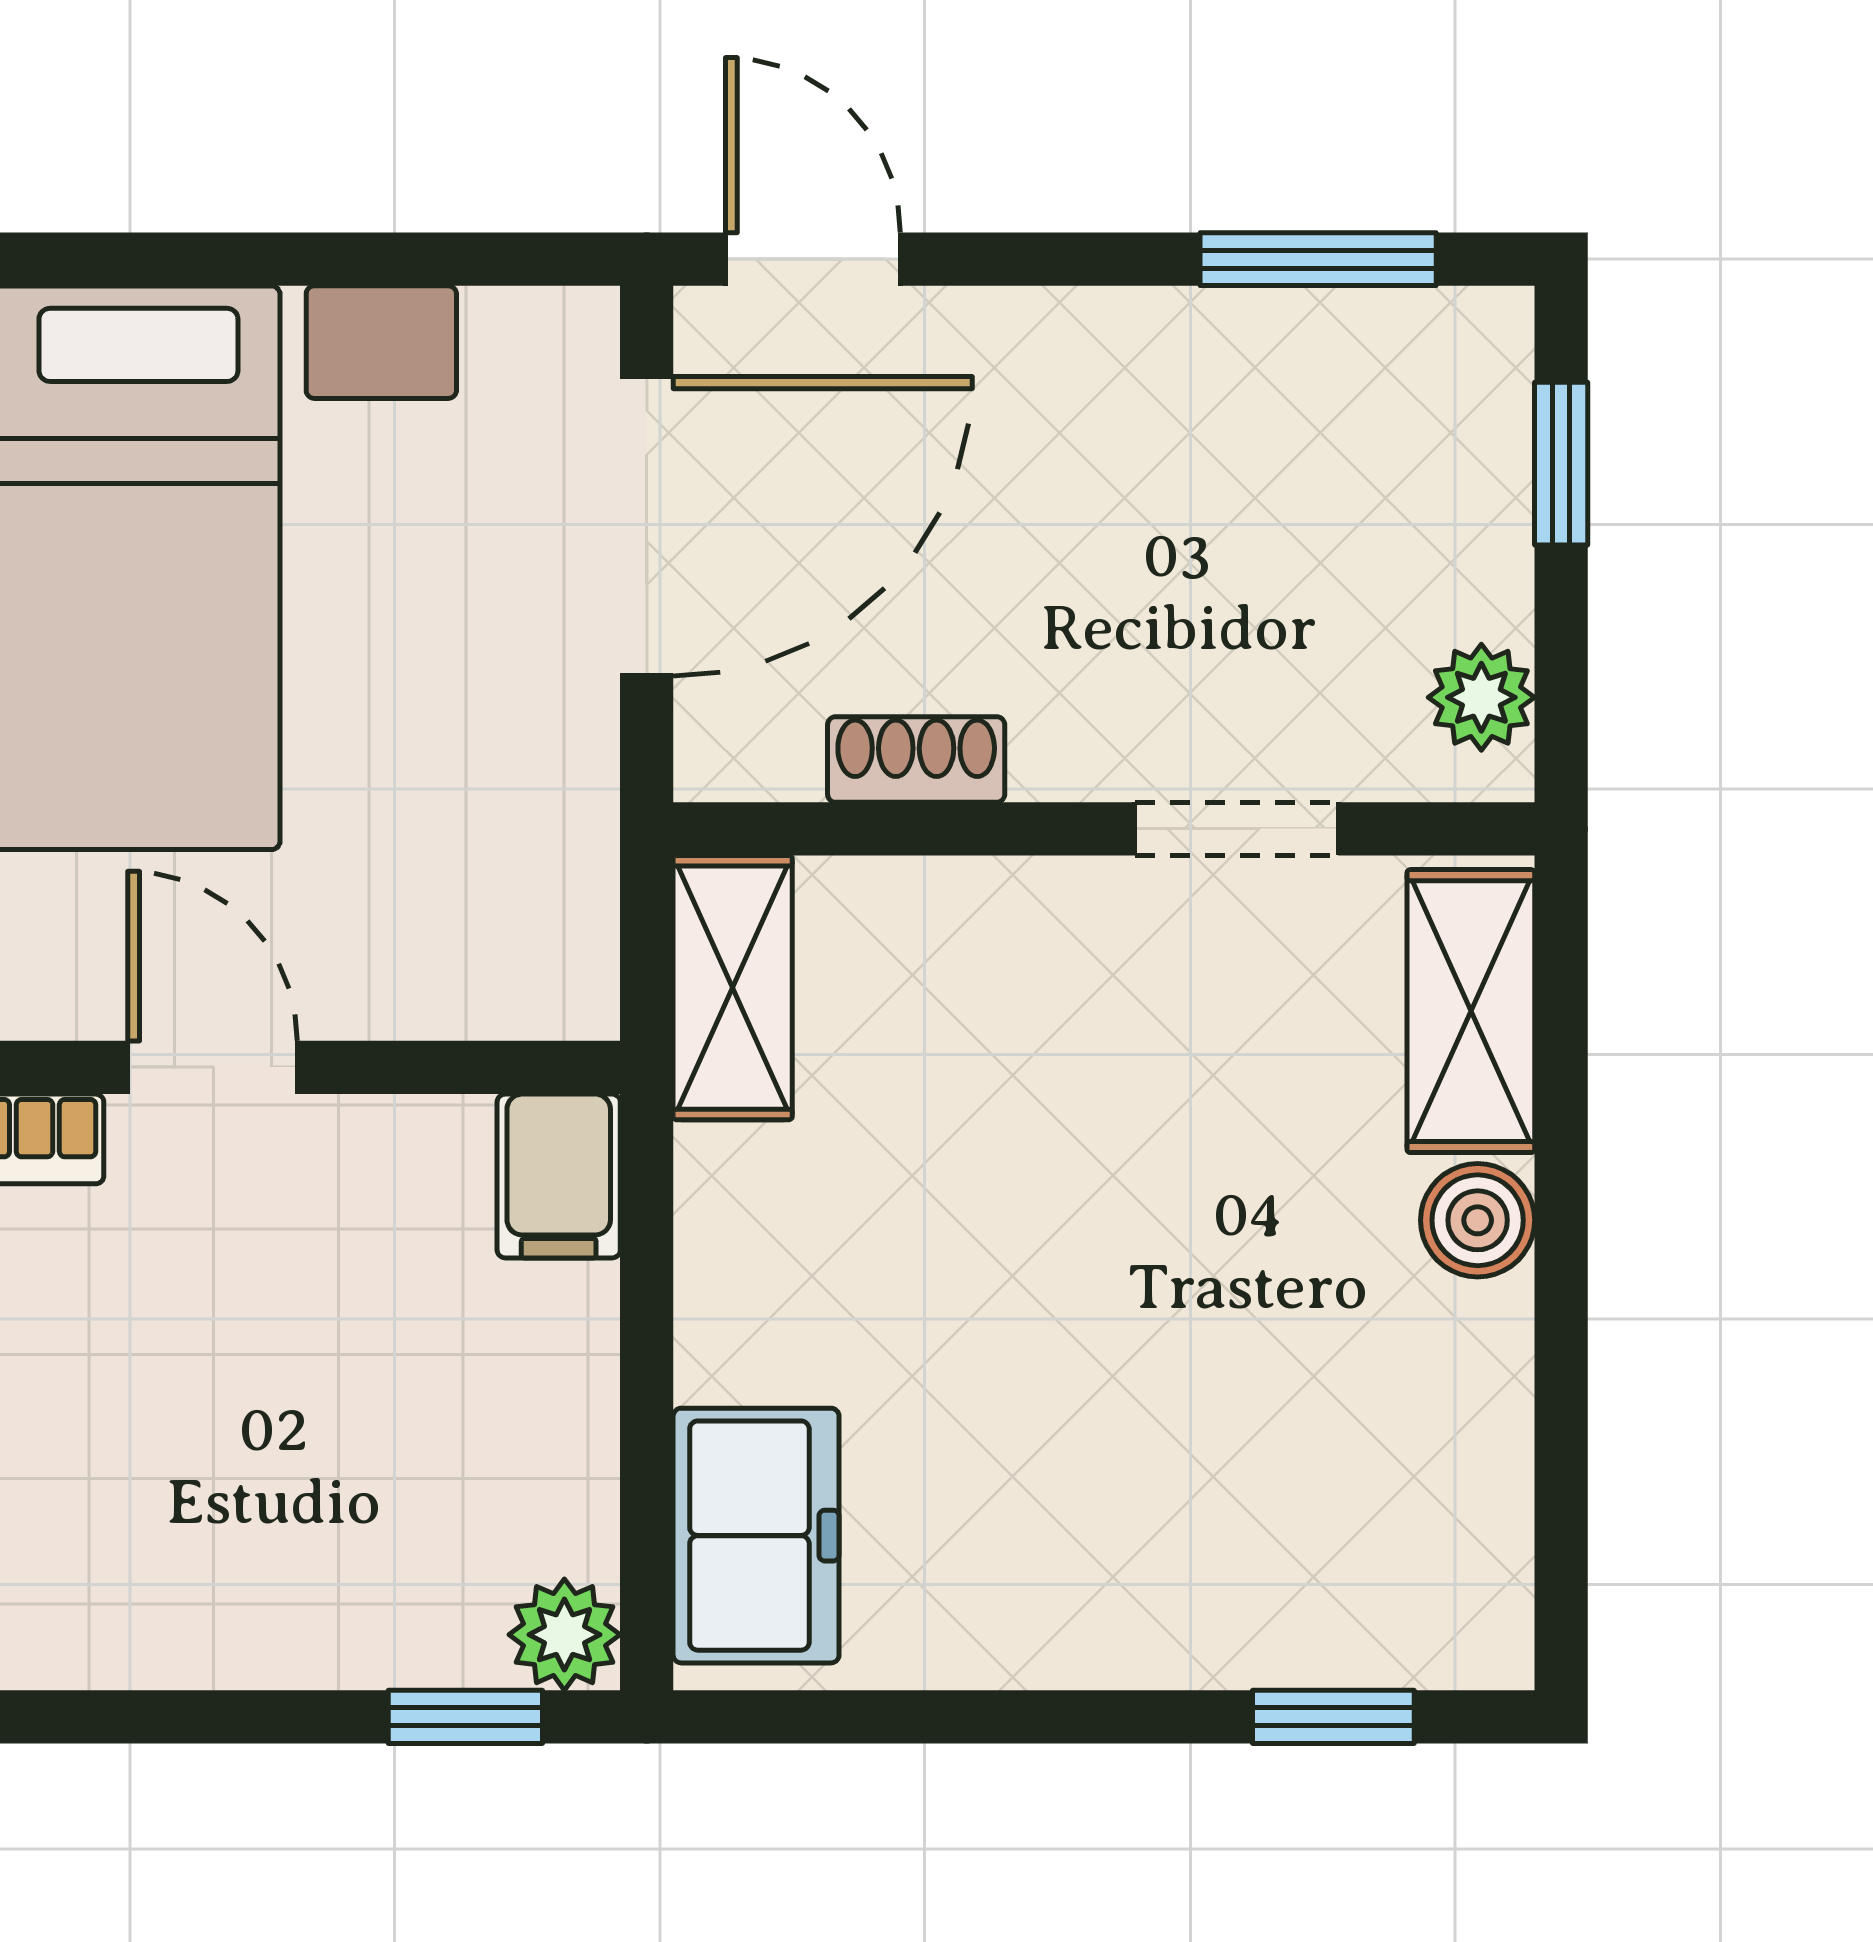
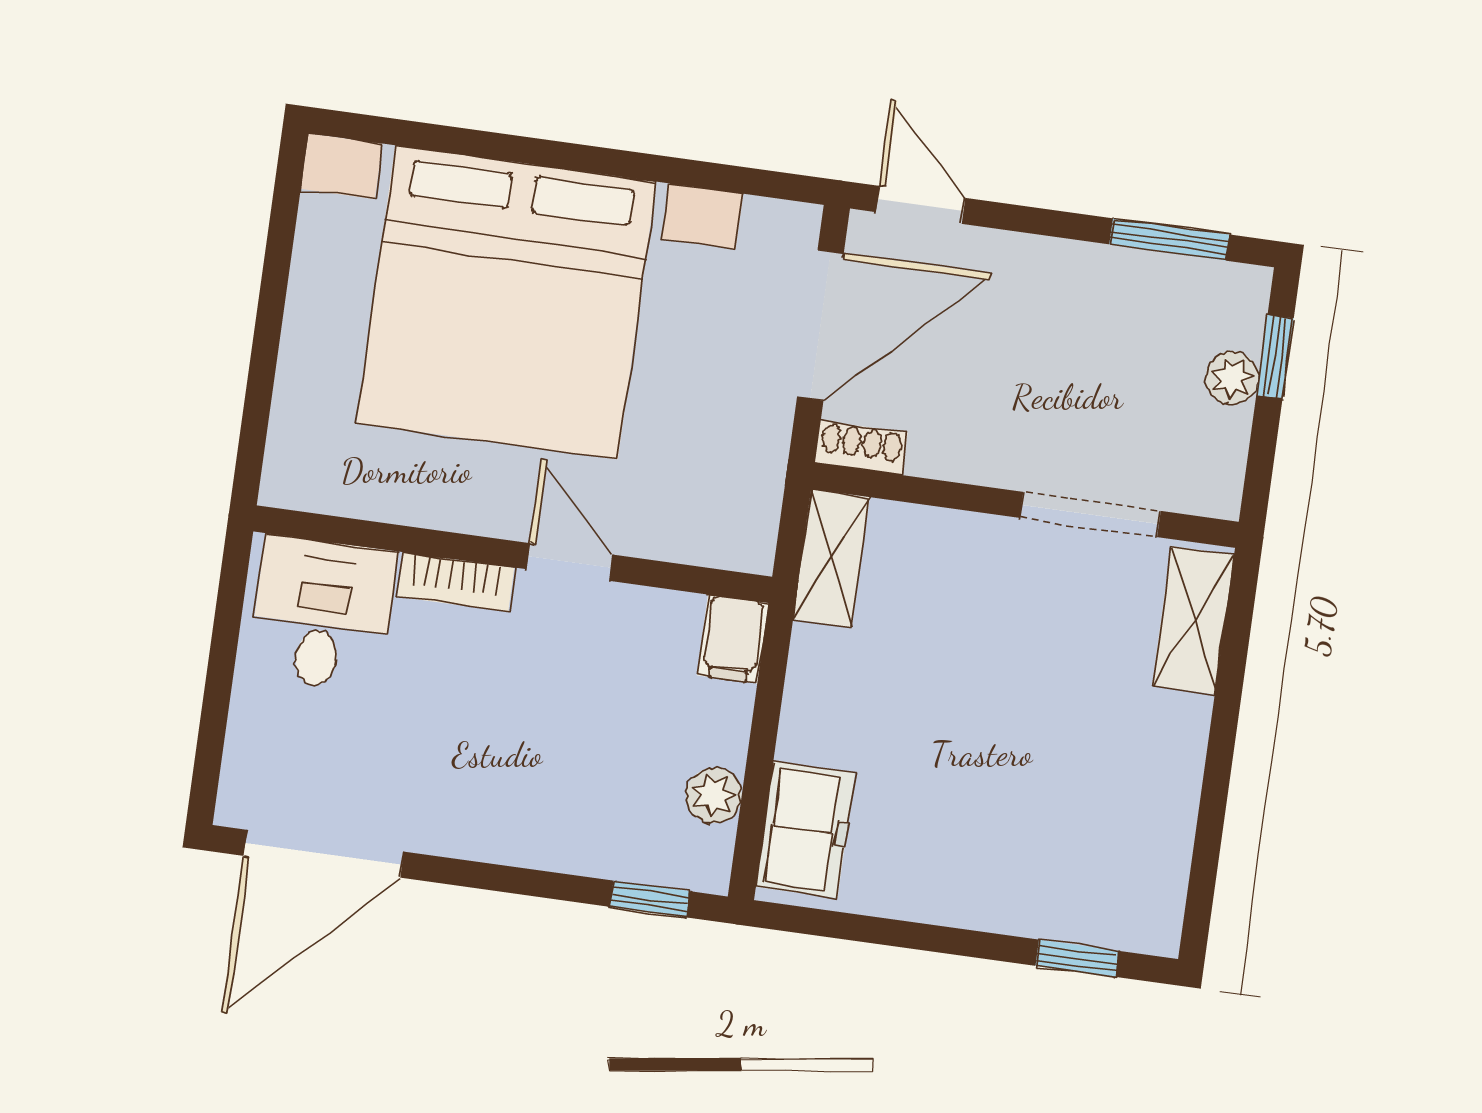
plant: (1481, 697) -> (1232, 378), moved
shoe rack: (916, 759) -> (861, 448), moved
doorway: (1236, 829) -> (1090, 514), width x1.38
boiler: (1478, 1220) -> (1182, 724), removed
plant: (564, 1635) -> (714, 795), moved

